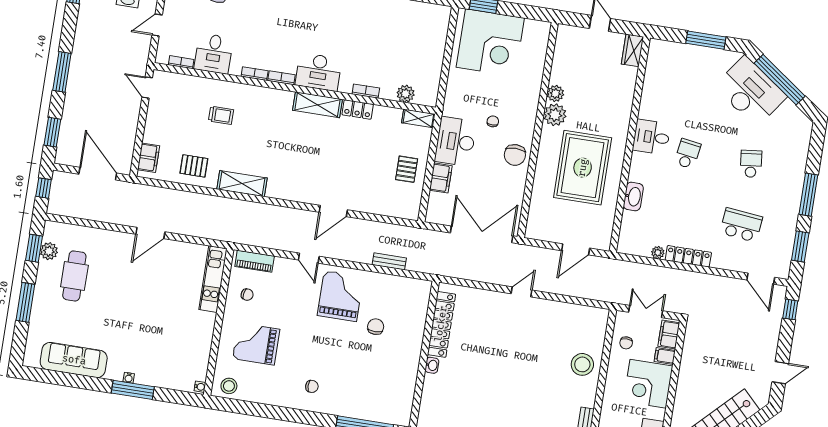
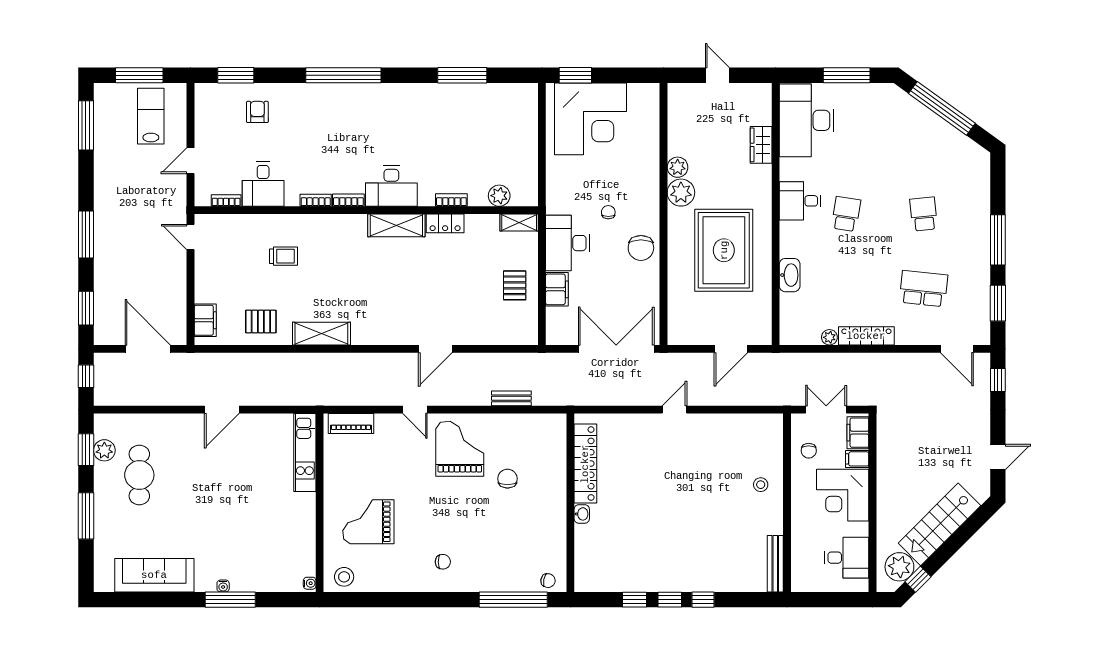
wardrobe: (632, 50) -> (761, 145), moved
desk: (750, 91) -> (807, 120), moved, turned -126
chair: (247, 295) -> (548, 581), moved
stool: (582, 364) -> (761, 485), width x0.53, depth x0.53

